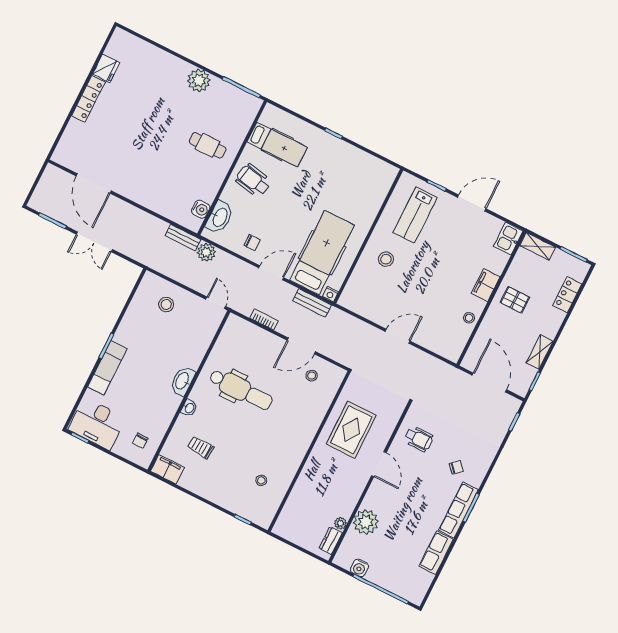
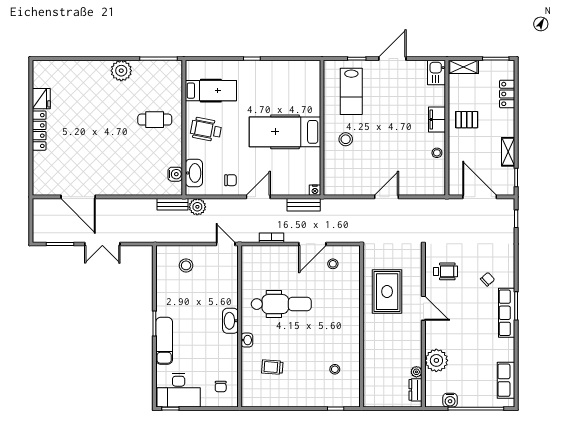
hospital bed: (322, 253) -> (285, 132), moved, turned -90
filing cabinet: (167, 469) -> (254, 399), removed
row of seats: (436, 553) -> (506, 380), moved

